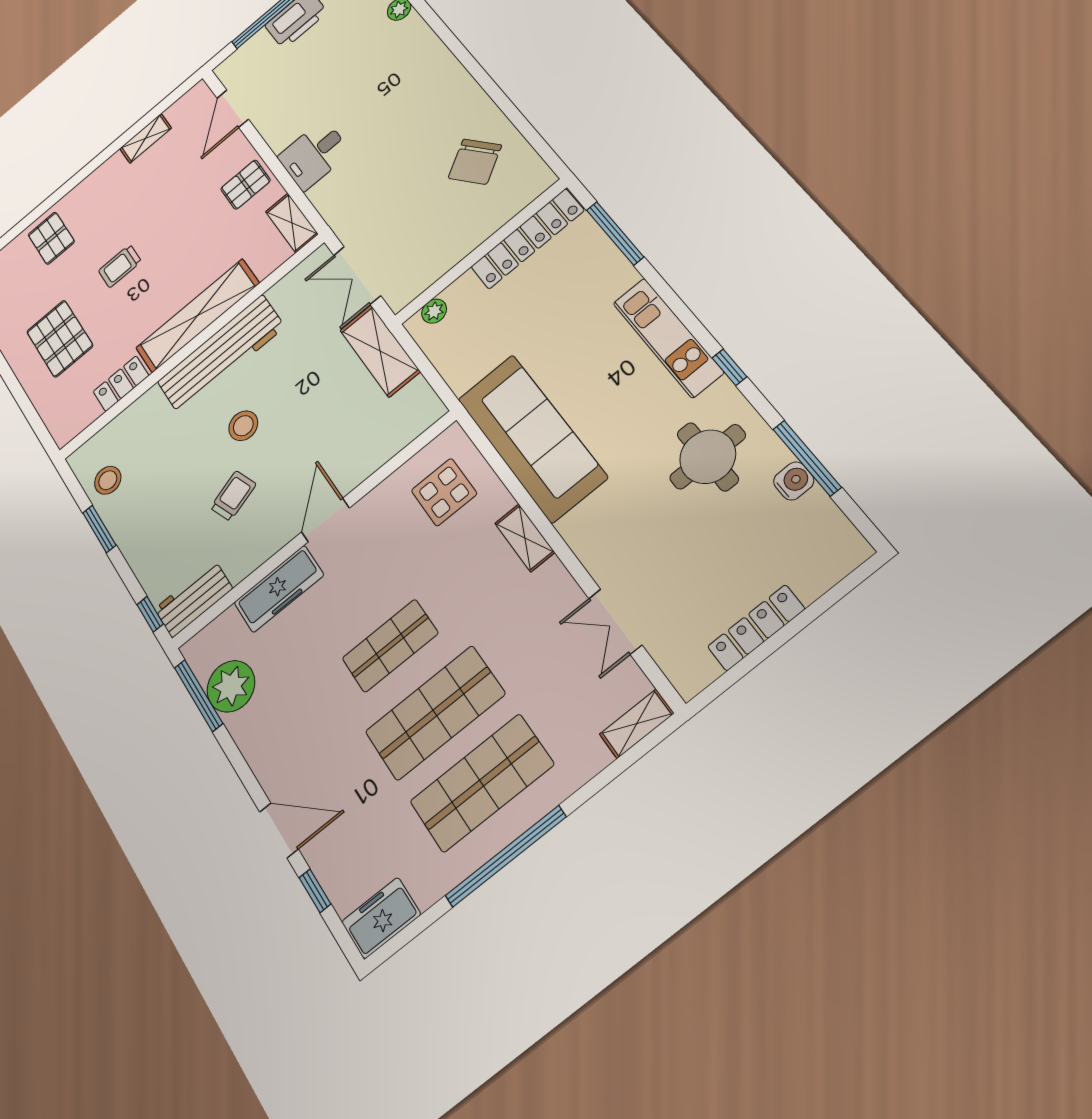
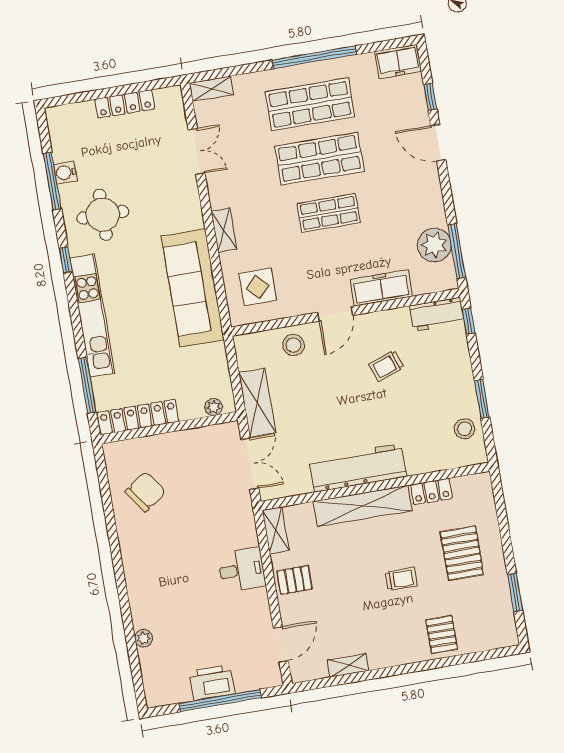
kitchen unit: (668, 338) -> (92, 316), width x1.36
stool: (243, 426) -> (294, 345), moved

